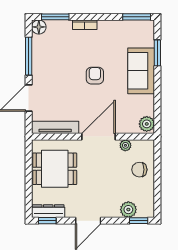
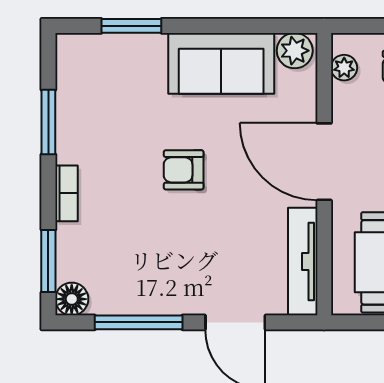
window: (137, 17) -> (48, 122), moved
sofa: (141, 71) -> (221, 63), moved
plant: (125, 145) -> (344, 68), moved

